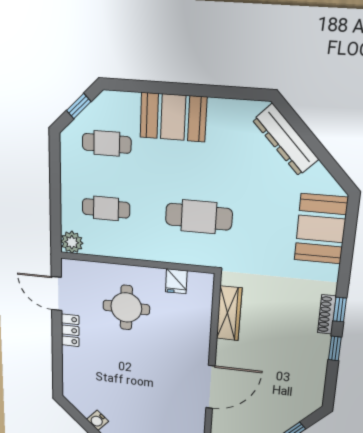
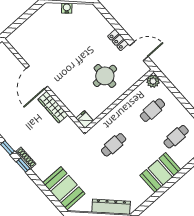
cafe table: (199, 217) -> (114, 145), width x0.73, depth x0.74
fridge: (176, 281) -> (85, 120), moved
wardrobe: (229, 313) -> (53, 107), moved

